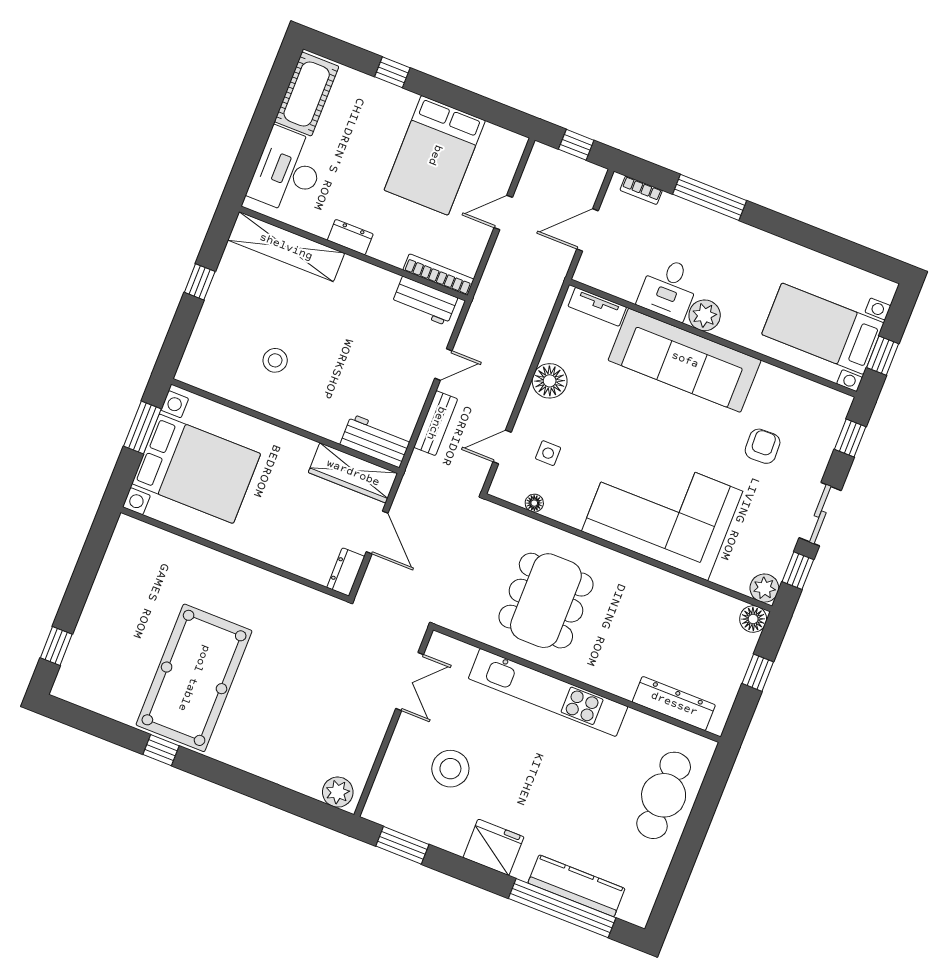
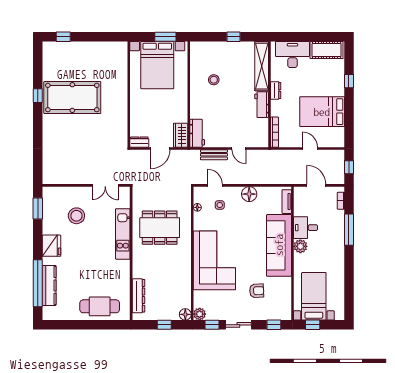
workbench: (425, 301) -> (262, 105), moved
wardrobe: (353, 473) -> (181, 135), width x0.67
kitchen unit: (548, 692) -> (123, 234), width x0.73
plant: (338, 792) -> (49, 174), removed

